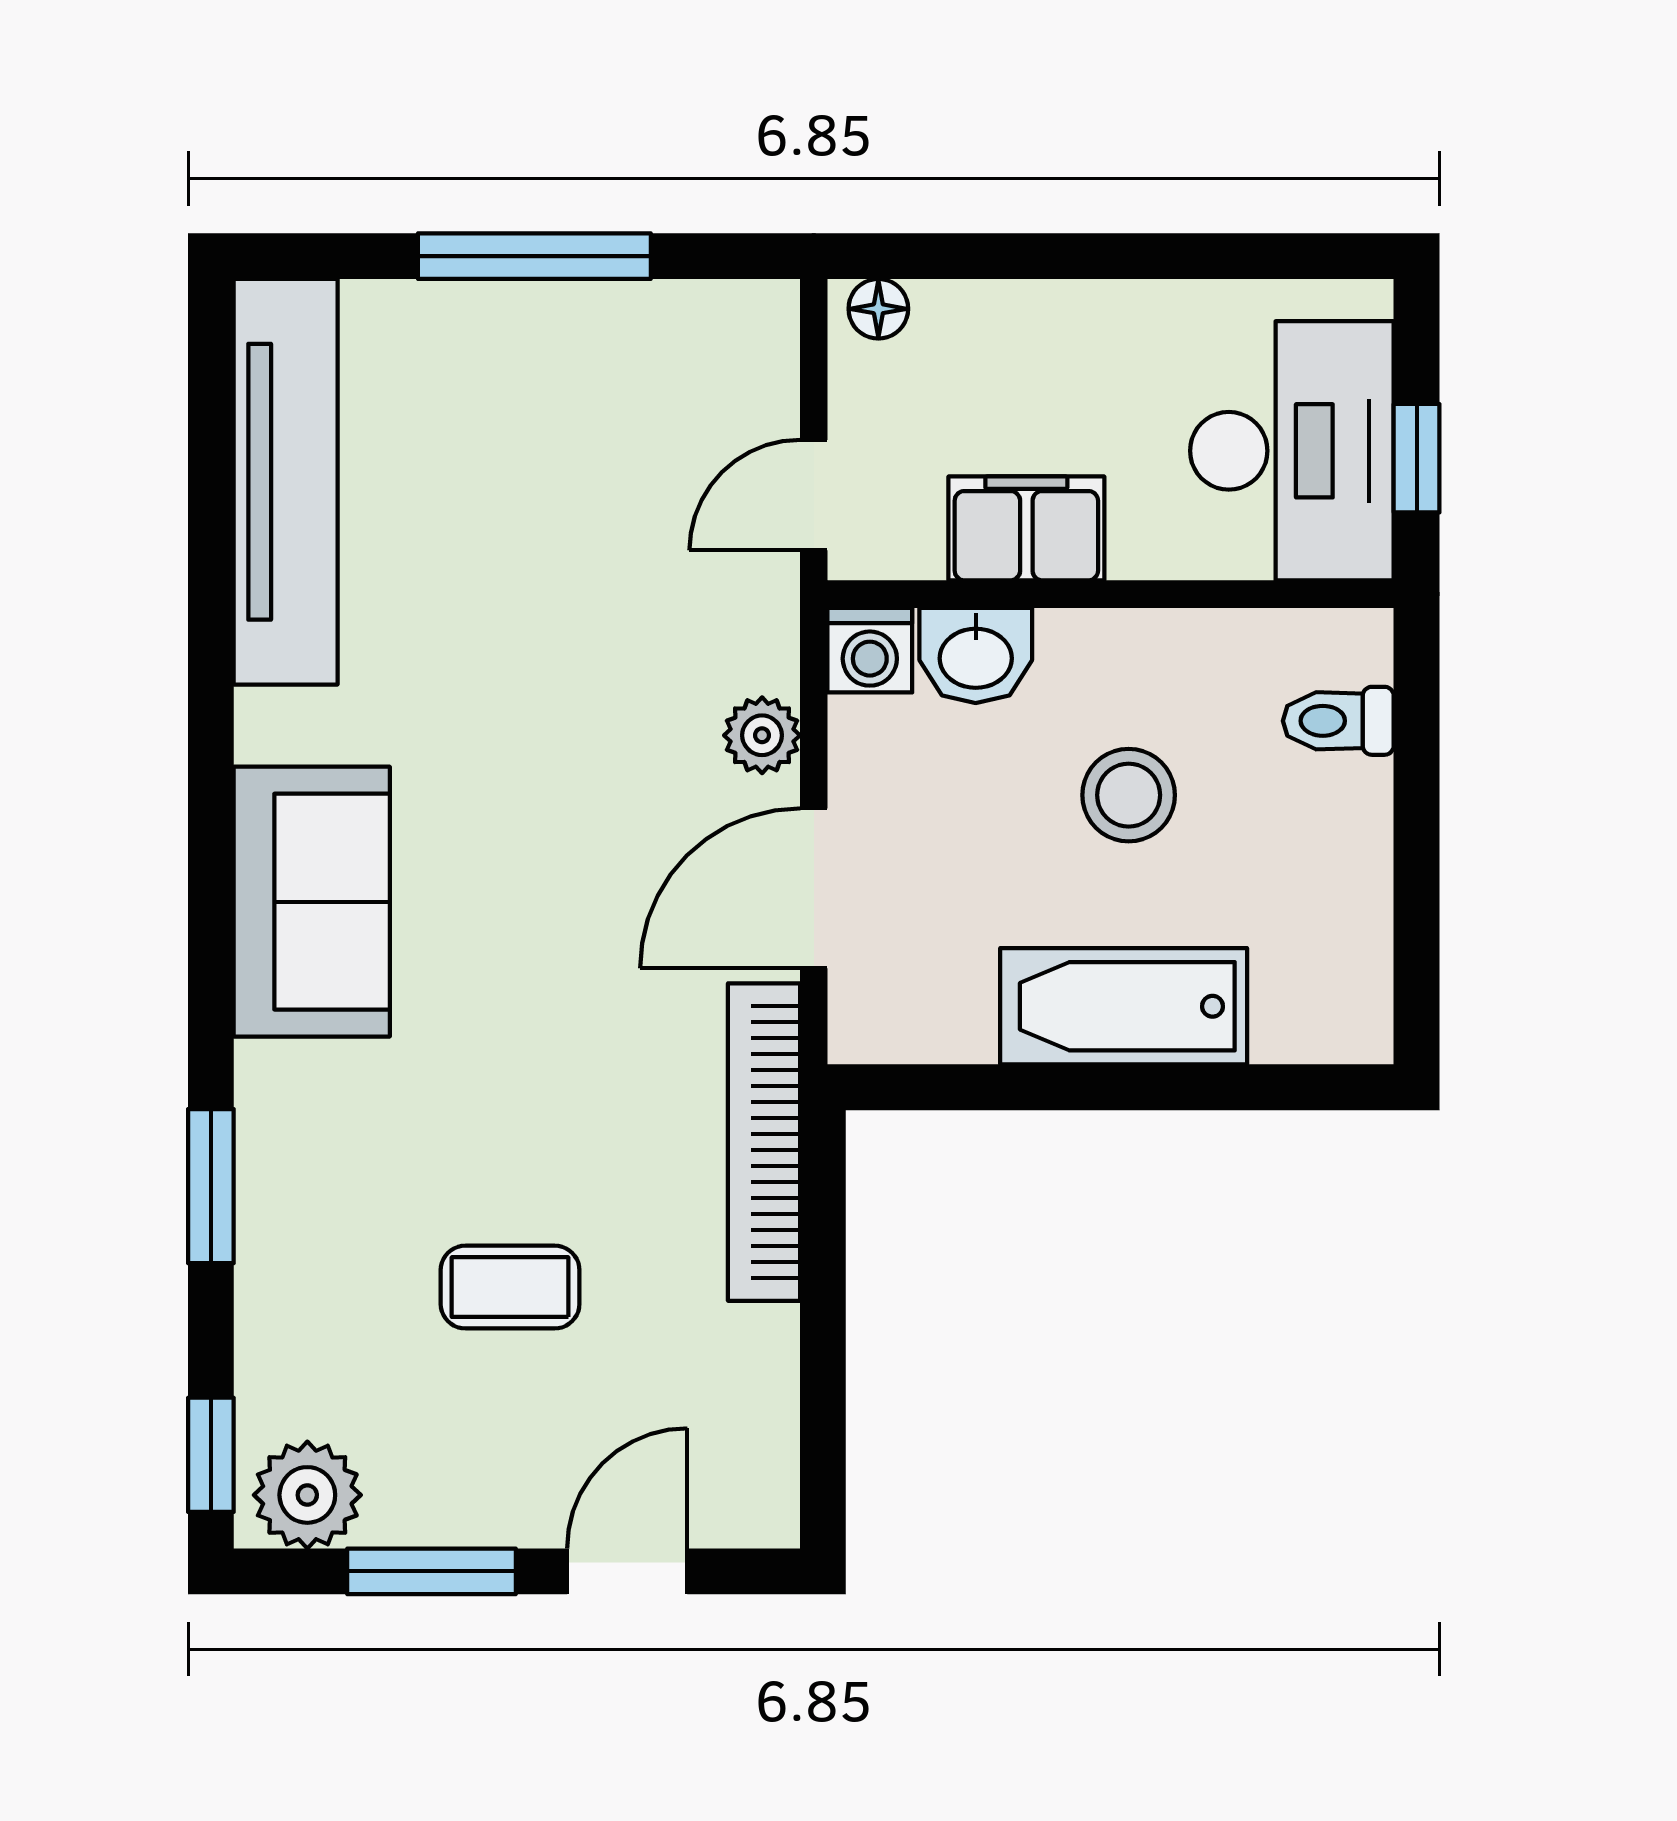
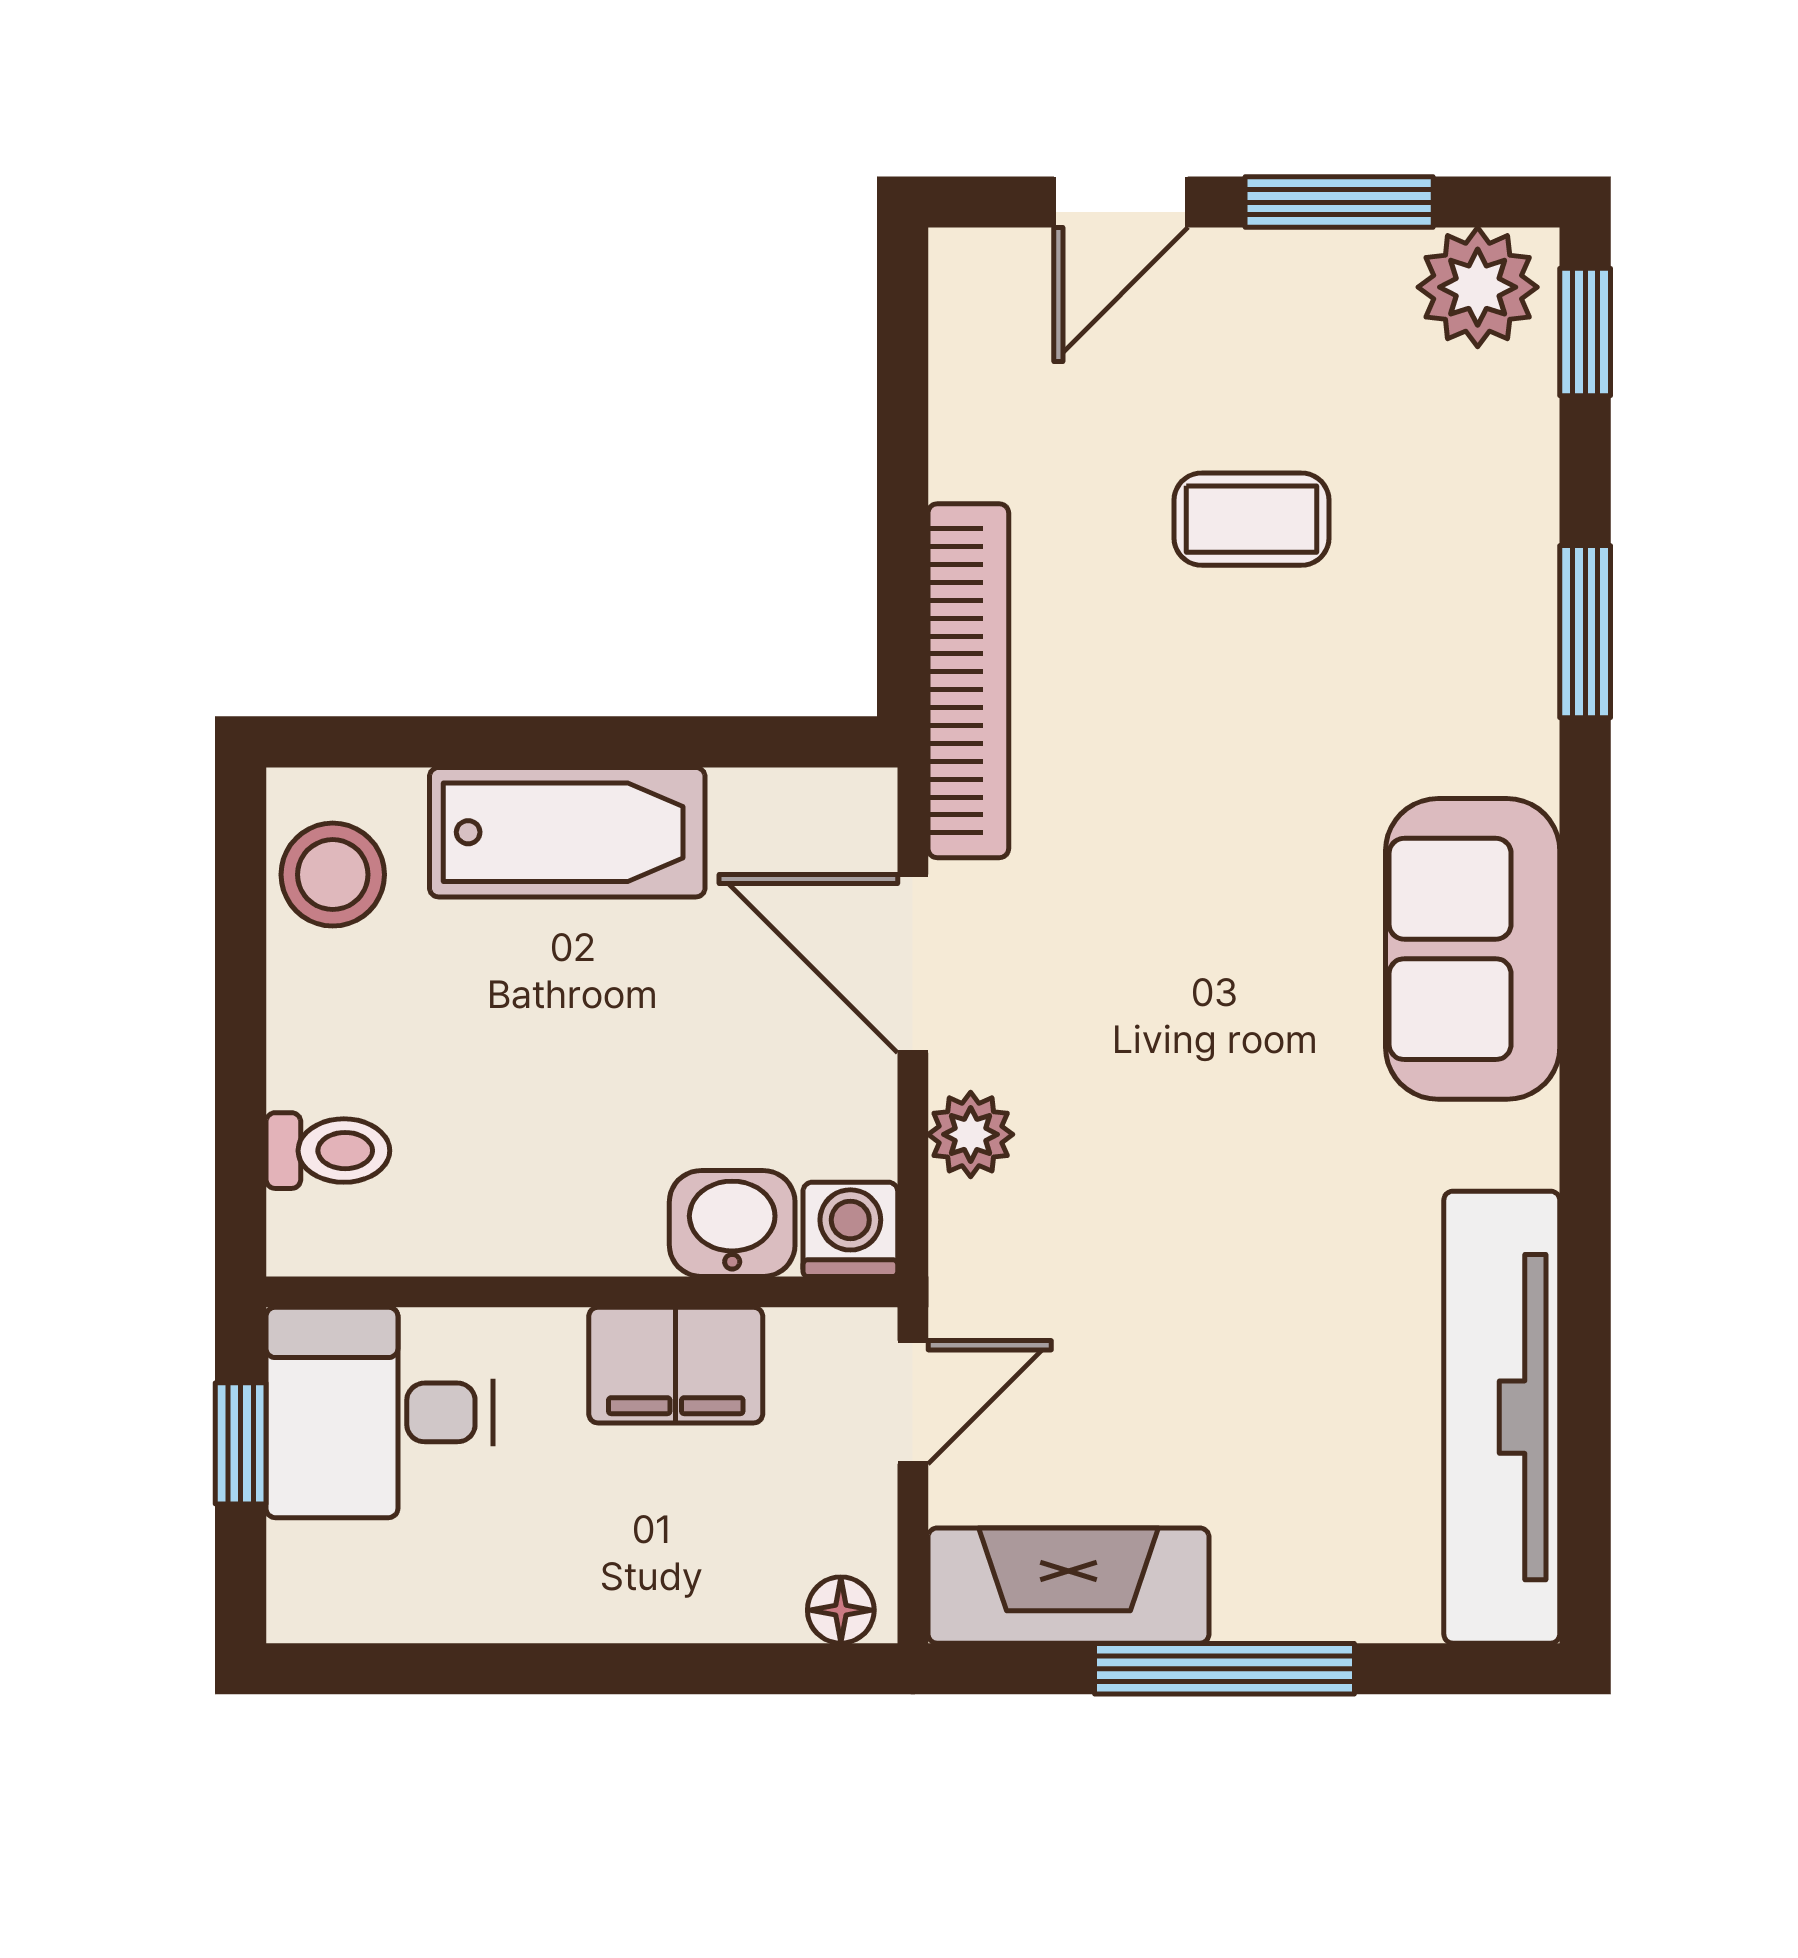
fireplace: (674, 331) -> (1069, 1586), added
desk: (1292, 451) -> (380, 1412), width x0.73
stool: (1129, 795) -> (333, 875), moved
door: (814, 888) -> (913, 964), swing flipped

